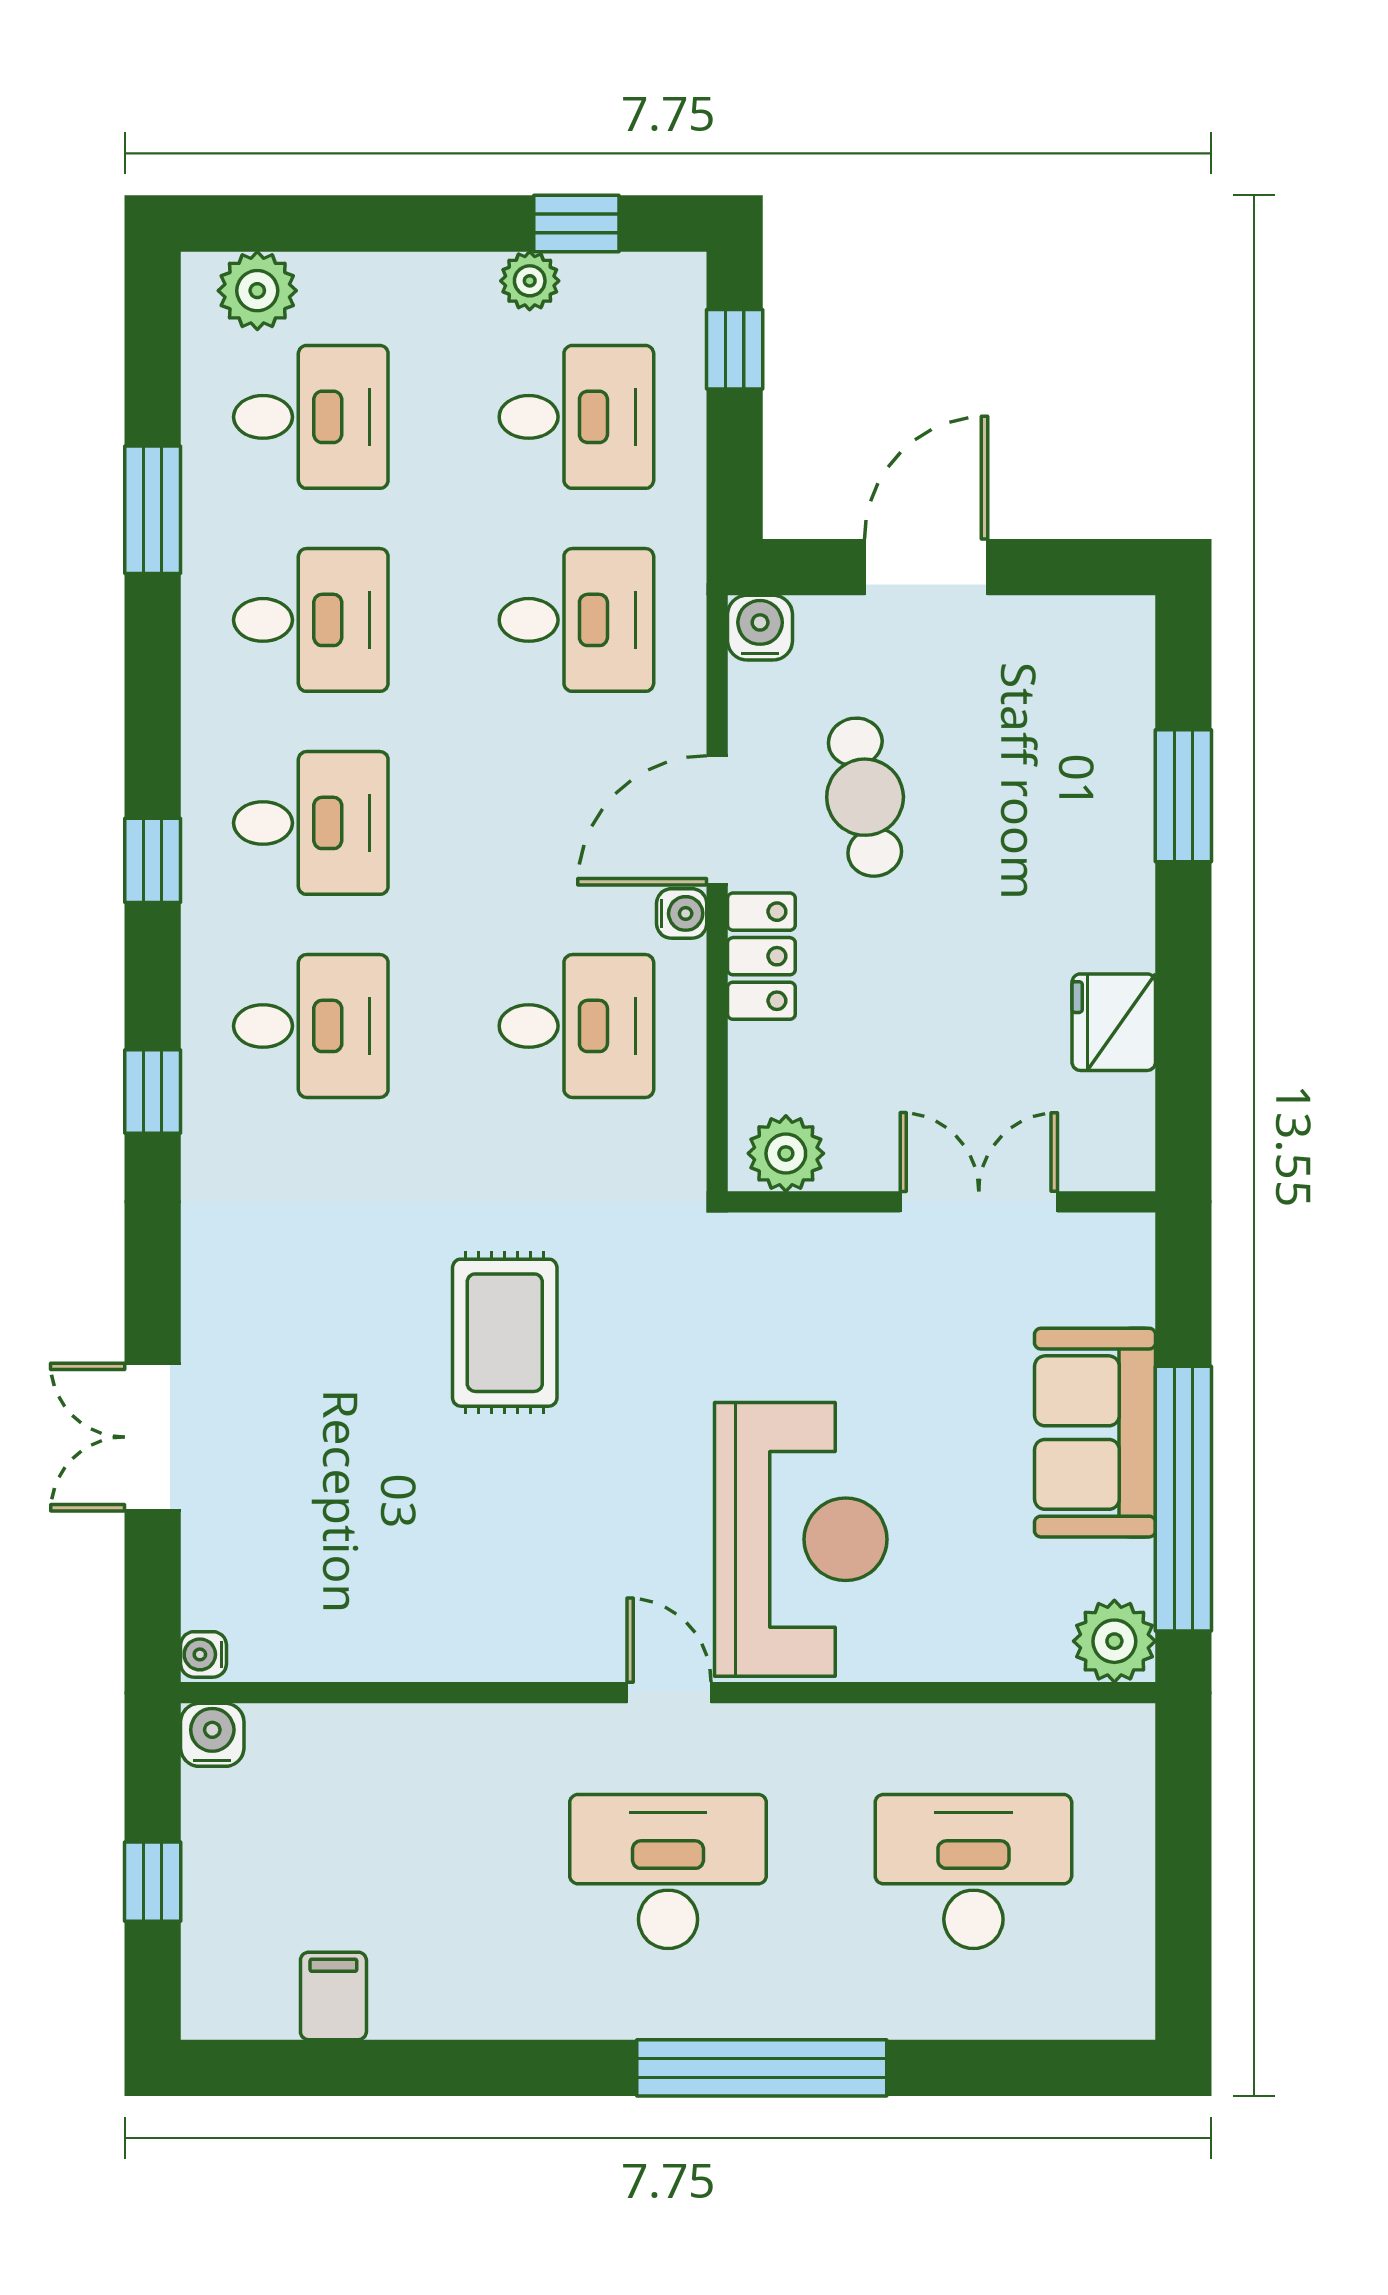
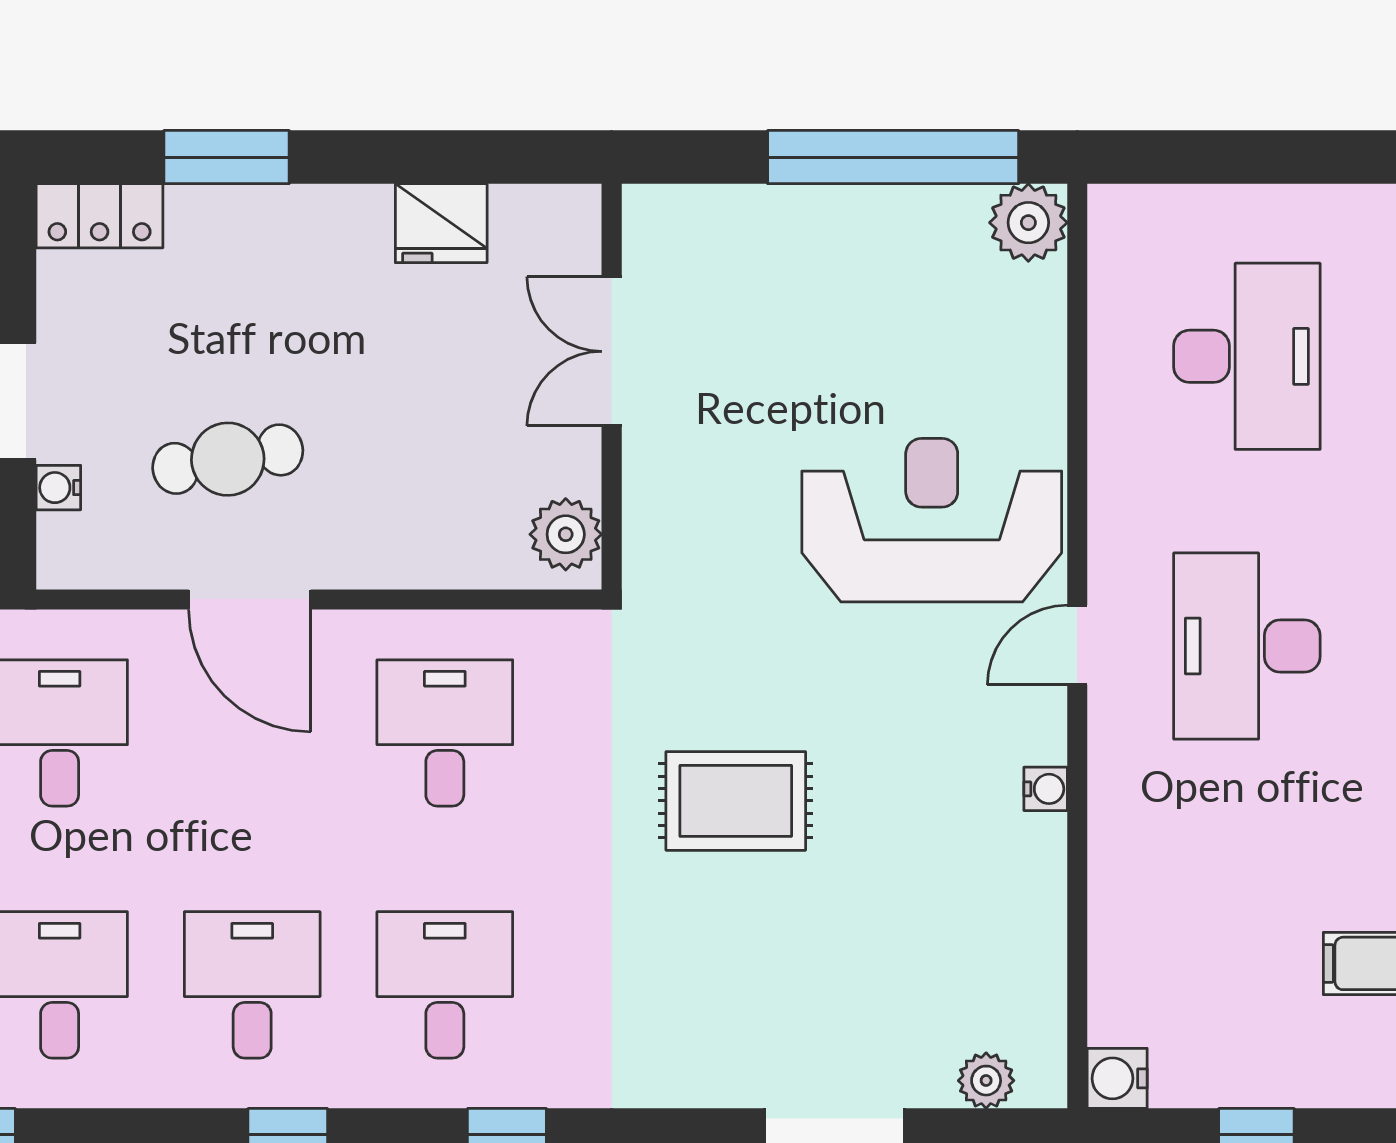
water cooler: (760, 628) -> (58, 488), moved, width x0.72, depth x0.72
water cooler: (682, 913) -> (338, 633), removed
locker: (761, 956) -> (100, 216), moved, turned 180
sofa: (1095, 1433) -> (831, 241), removed
plant: (210, 1597) -> (986, 1081), added
water cooler: (204, 1654) -> (1046, 789), moved, turned -90
desk: (973, 1872) -> (1247, 356), turned 180

